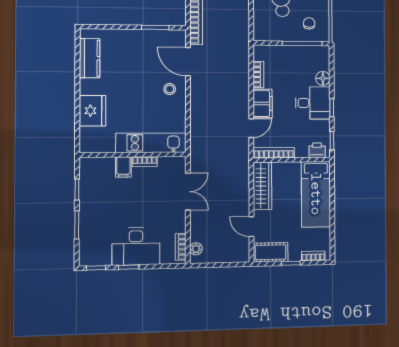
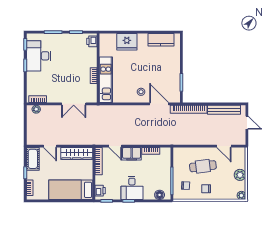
door: (188, 62) -> (159, 104), hinge flipped
floor lamp: (323, 78) -> (160, 195), moved
printer: (92, 165) -> (92, 41), added
filing cabinet: (123, 167) -> (90, 62), removed
door: (251, 227) -> (50, 146), swing flipped
desk: (136, 246) -> (39, 56), moved

